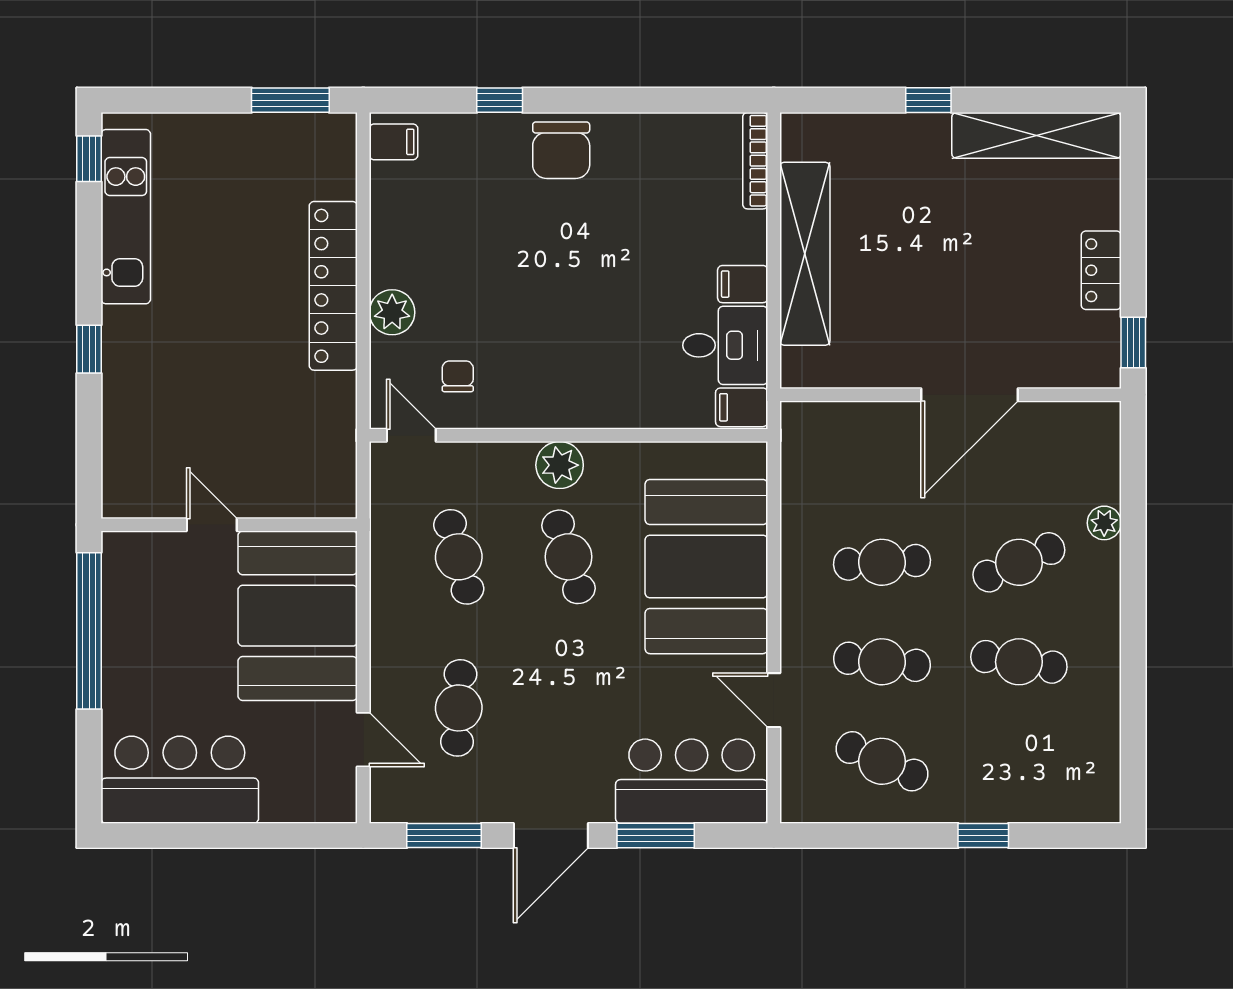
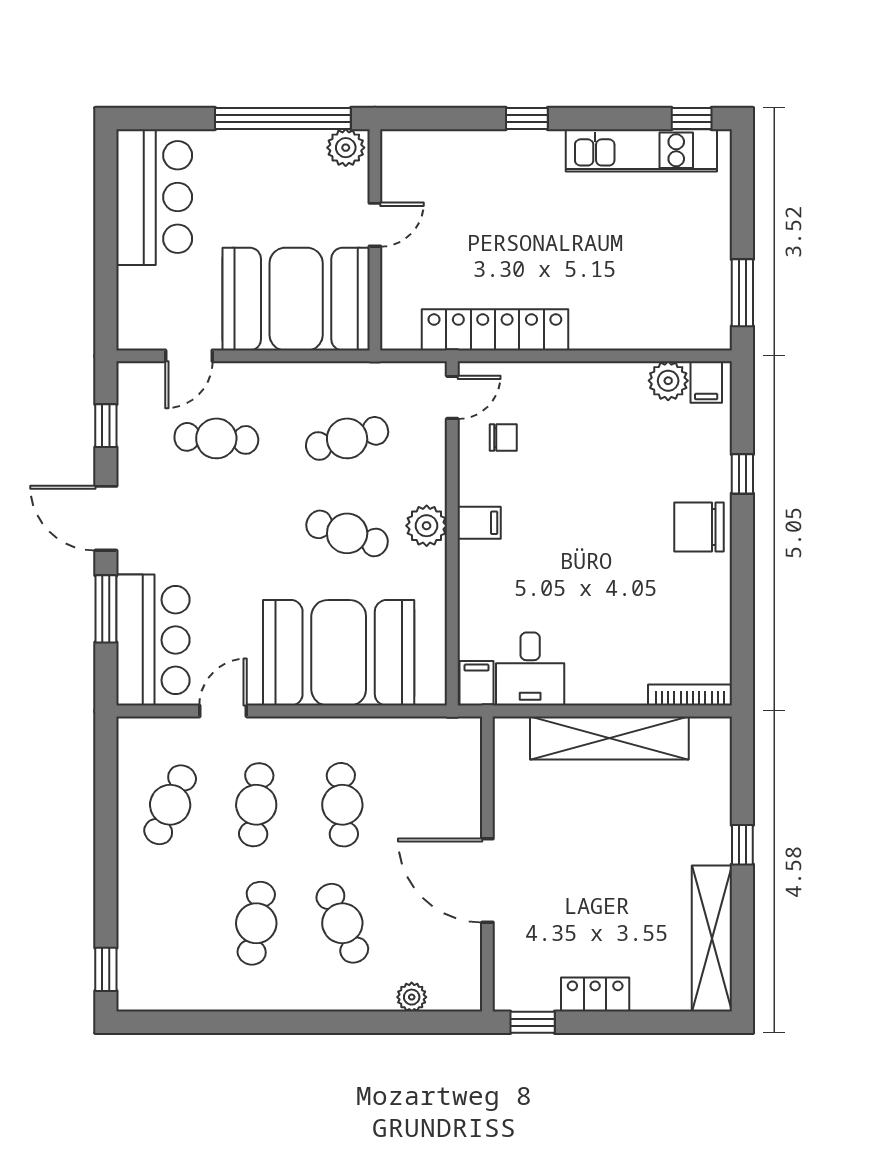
filing cabinet: (743, 284) -> (479, 523), moved, turned 90
locker: (333, 286) -> (495, 330), moved
plant: (392, 312) -> (668, 381), moved
plant: (1104, 523) -> (412, 997), moved
cafe table: (568, 557) -> (347, 533), turned 36
plant: (123, 558) -> (346, 148), added
window: (444, 836) -> (106, 426), width x0.67
window: (983, 836) -> (106, 969), moved

